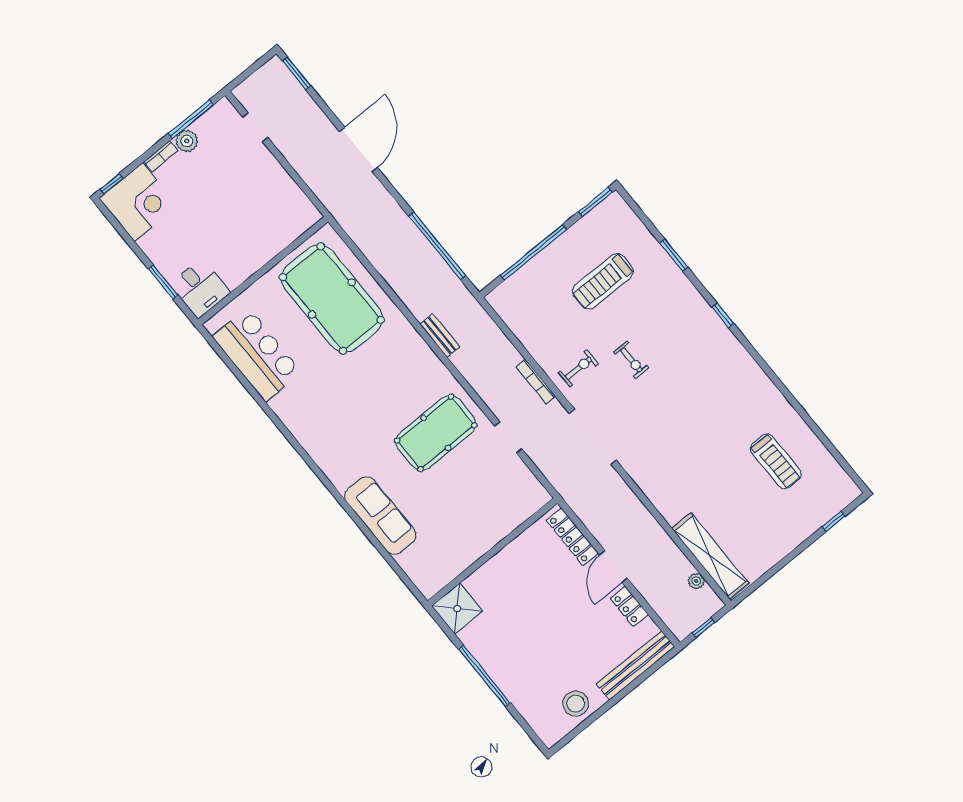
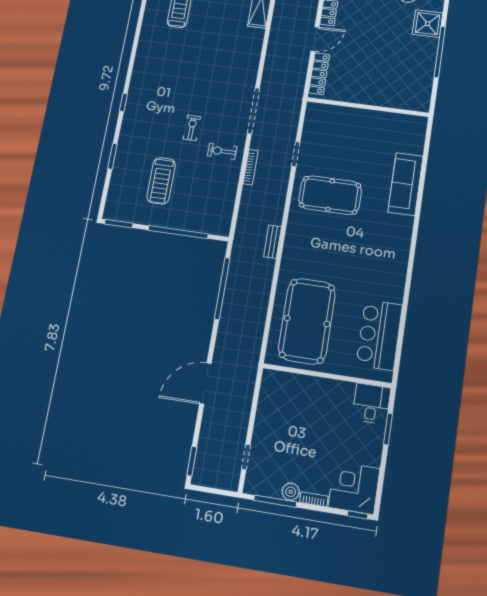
treadmill: (603, 281) -> (161, 181), turned 90
shower: (457, 609) -> (428, 24), moved

